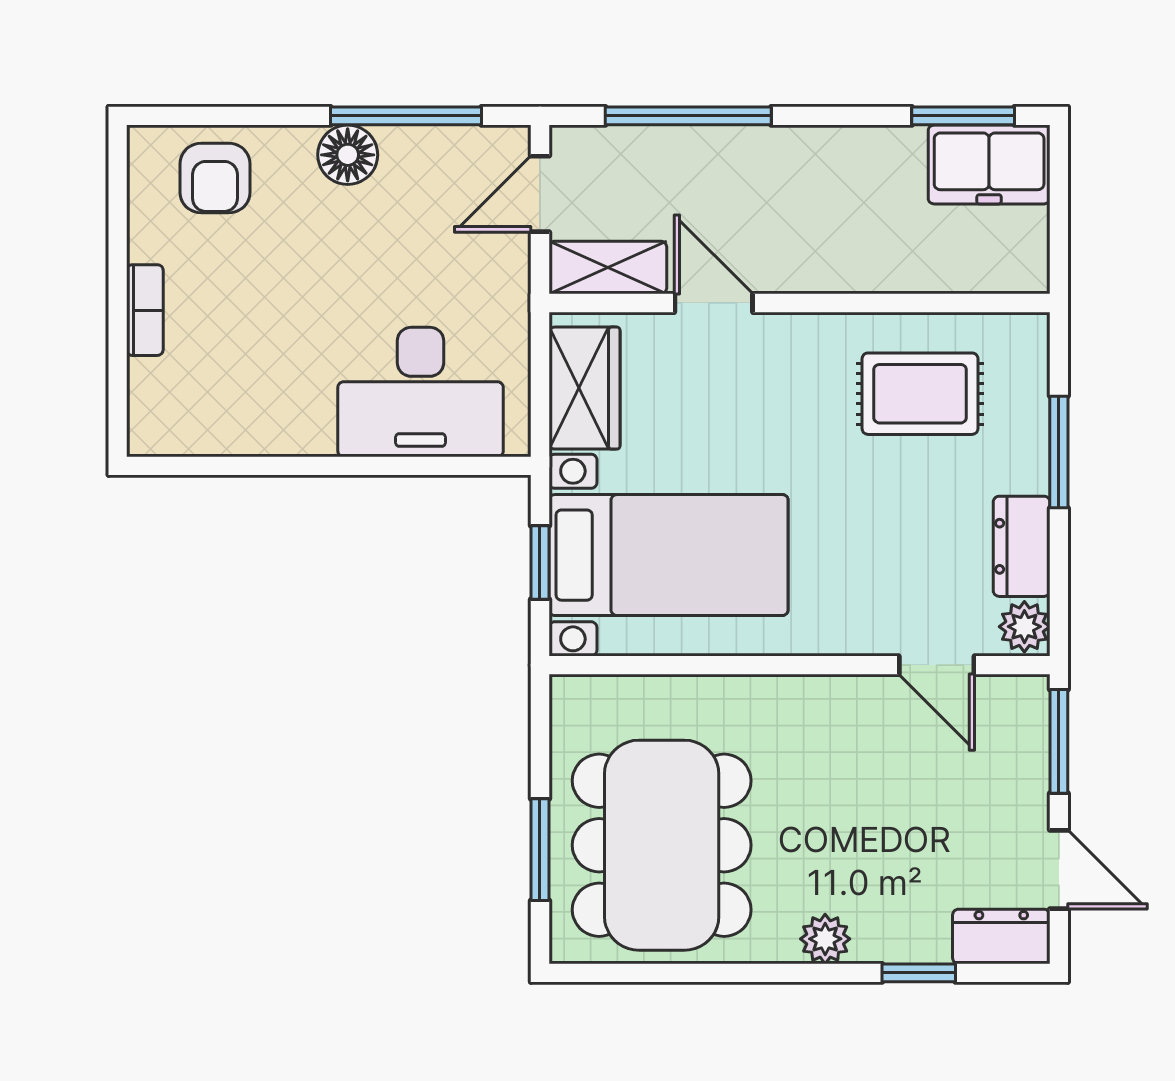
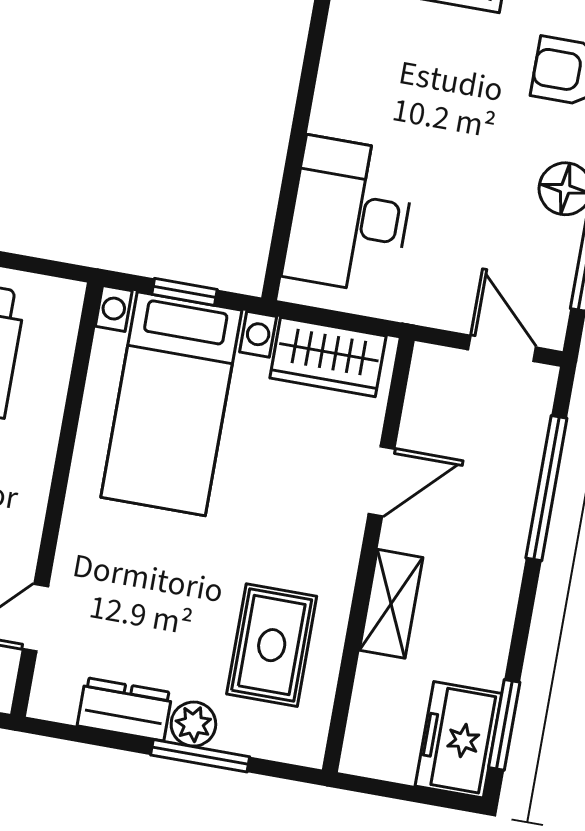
shelving: (608, 268) -> (391, 604), moved
plant: (1024, 627) -> (193, 724), moved

